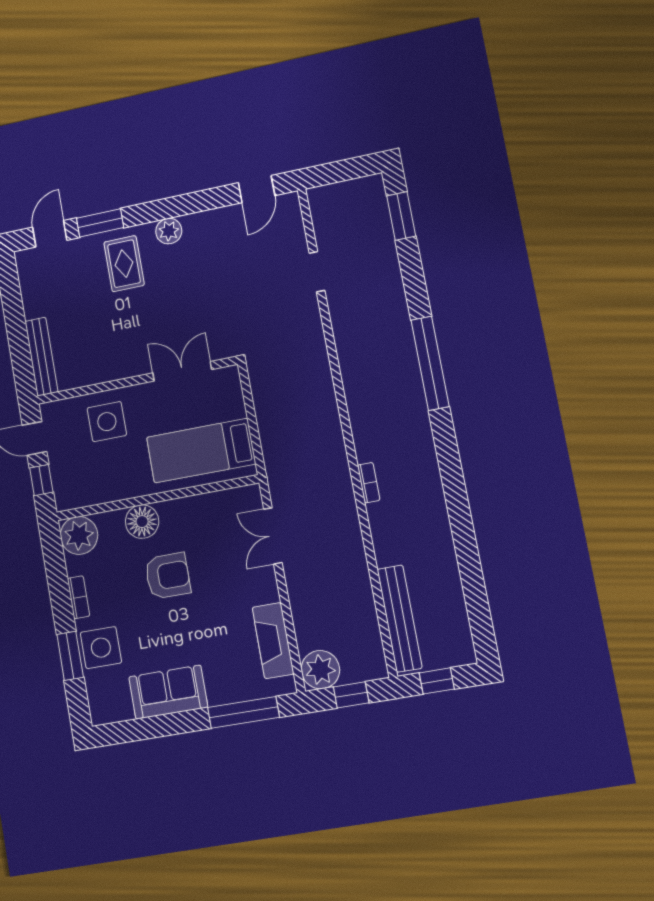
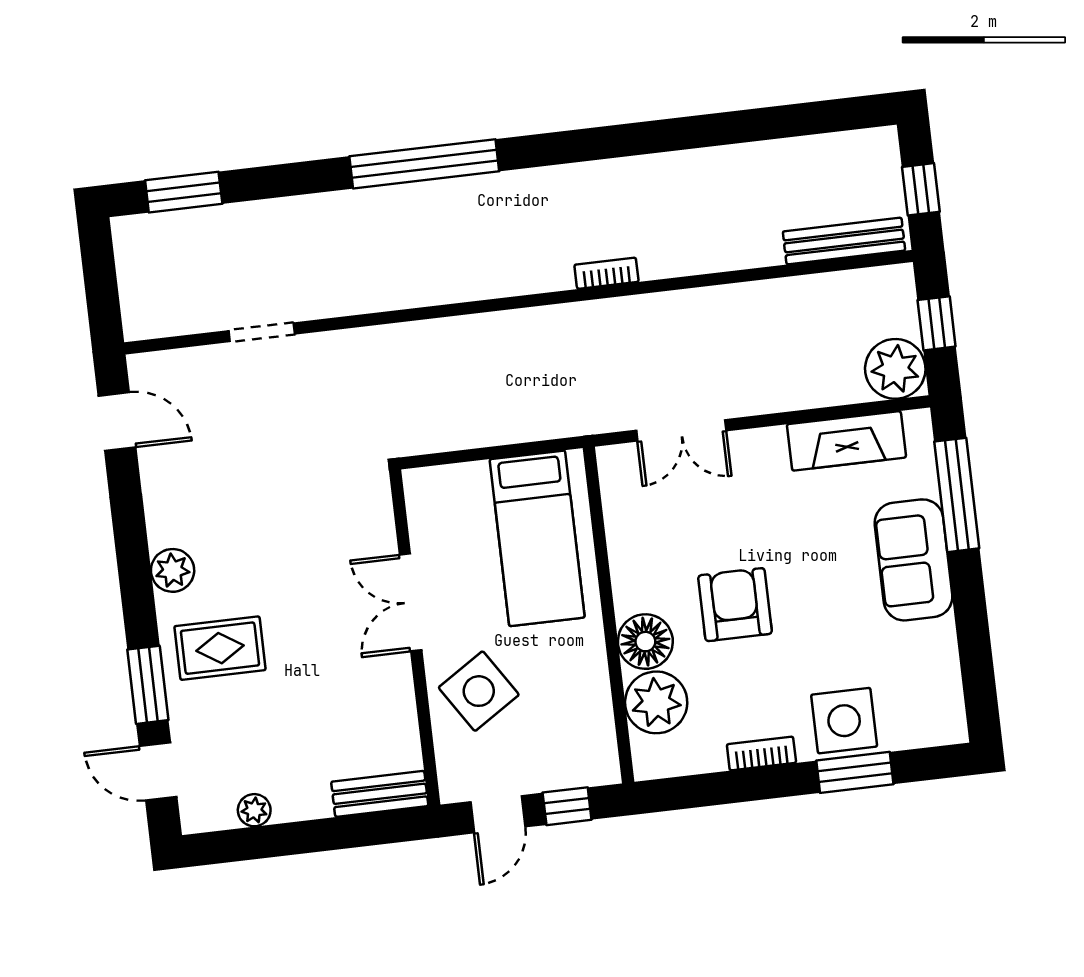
plant: (30, 293) -> (254, 810), added
bench: (41, 357) -> (380, 794), width x0.73
double door: (182, 371) -> (411, 602), moved
side table: (107, 422) -> (479, 691), turned -33
plant: (79, 535) -> (656, 702), moved
bench: (399, 619) -> (844, 241), width x0.73, depth x0.82
sofa: (168, 692) -> (913, 560), moved

